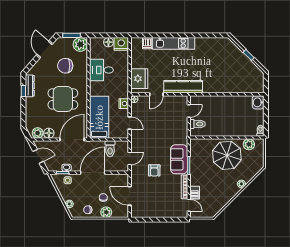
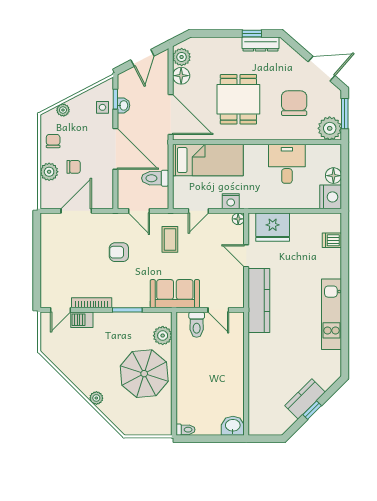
kitchen unit: (173, 43) -> (332, 314), moved
kitchen counter: (242, 59) -> (305, 399), added
coffee table: (147, 140) -> (170, 239), added
plant: (249, 144) -> (163, 336), moved
sofa: (179, 159) -> (175, 294), moved

